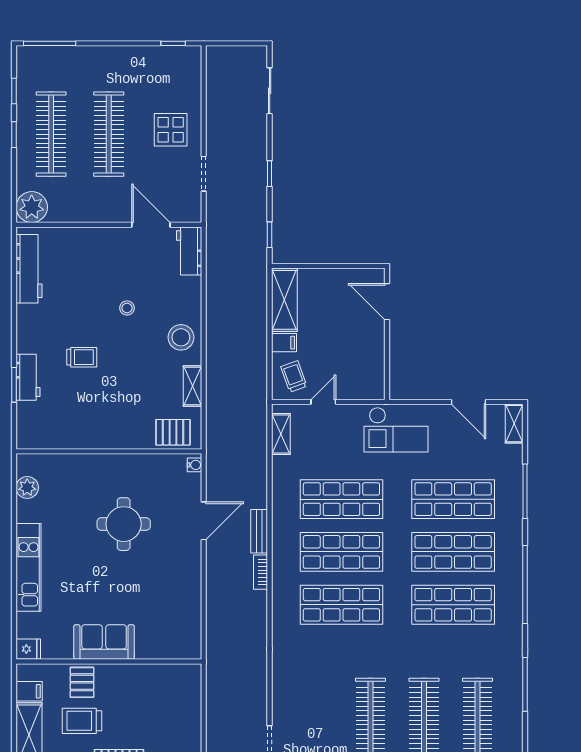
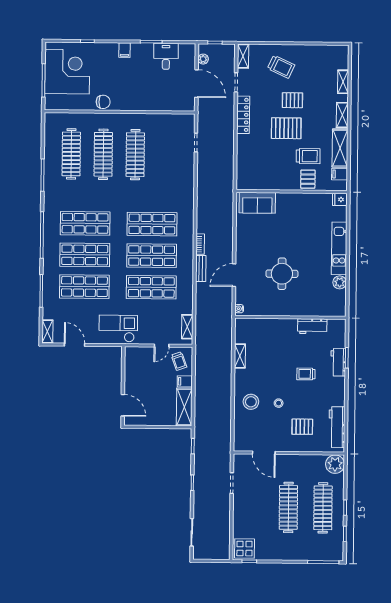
display table: (171, 130) -> (244, 549), moved
workbench: (189, 251) -> (312, 326), moved, turned 90
stool: (181, 337) -> (251, 402), moved
pallet: (173, 432) -> (302, 427), moved
plant: (27, 487) -> (340, 282), moved
sofa: (104, 642) -> (257, 203), moved

